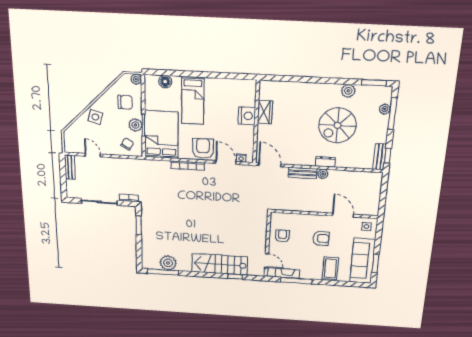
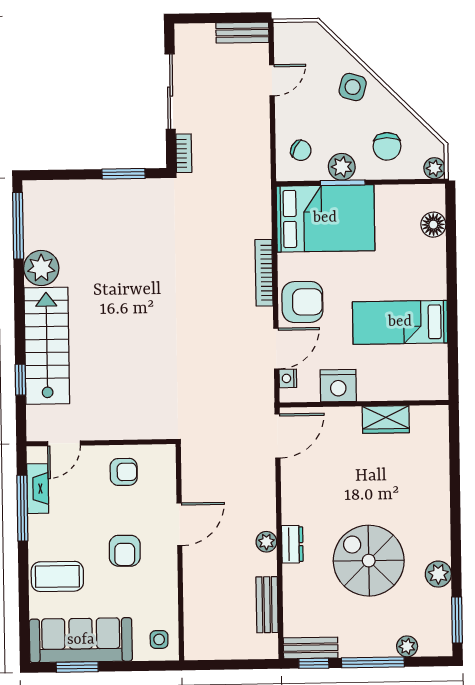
bed: (193, 100) -> (400, 322), moved
window: (392, 114) -> (373, 662), moved
nightstand: (247, 116) -> (338, 386), moved
bench: (302, 173) -> (267, 605), moved
door: (343, 215) -> (179, 524), moved
plant: (168, 263) -> (41, 268), moved

